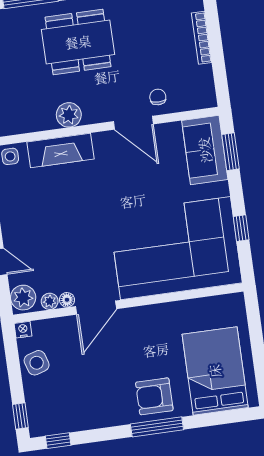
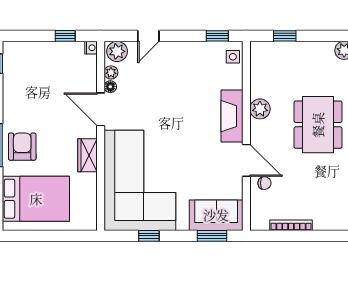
bookcase: (202, 38) -> (291, 225), moved
door: (133, 123) -> (246, 160), swing flipped
fireplace: (61, 150) -> (232, 116), moved
wardrobe: (154, 316) -> (88, 155), added
side table: (37, 363) -> (63, 55), removed
window: (20, 416) -> (65, 36), moved

